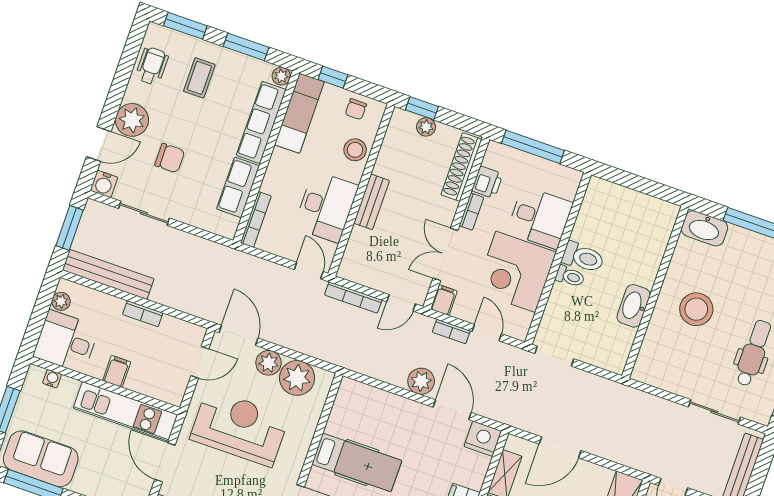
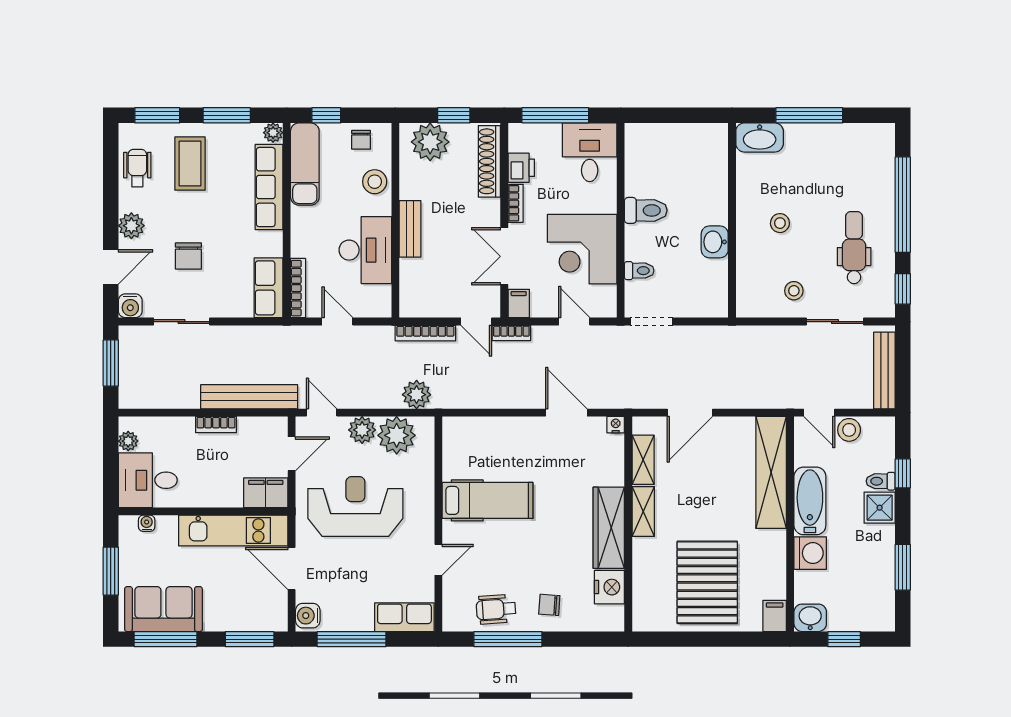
coffee table: (199, 78) -> (190, 164), width x1.36, depth x1.30
window: (422, 108) -> (454, 115), moved
plant: (132, 120) -> (131, 226), width x0.73, depth x0.73
plant: (426, 127) -> (430, 142), width x1.88, depth x1.88
chair: (170, 158) -> (188, 256), turned 90
row of seats: (238, 187) -> (268, 288), moved
desk: (540, 218) -> (590, 152), moved, turned -90
door: (309, 271) -> (337, 322), moved
bench: (108, 274) -> (249, 397), moved
toilet: (570, 276) -> (639, 271), moved
door: (401, 303) -> (476, 322), hinge flipped
washbasin: (634, 306) -> (715, 242), width x0.72
stool: (696, 309) -> (780, 223), width x0.53, depth x0.53
bookcase: (451, 331) -> (511, 333), moved
door: (239, 335) -> (322, 413), width x0.73
filing cabinet: (117, 371) -> (266, 493), moved, width x2.00
stool: (688, 373) -> (794, 291), added
plant: (421, 381) -> (417, 395), moved
nightstand: (483, 439) -> (616, 425), width x0.53, depth x0.56

